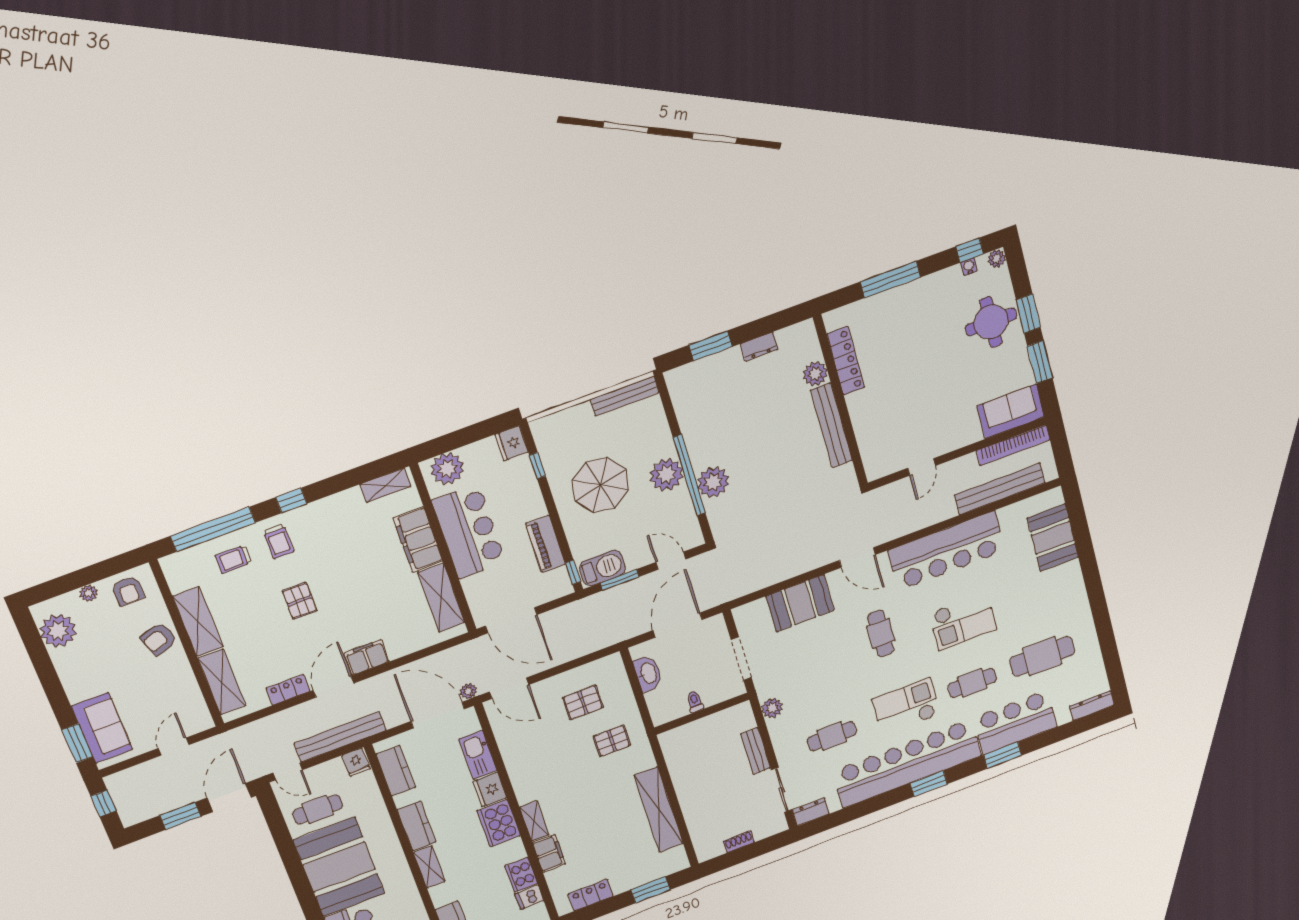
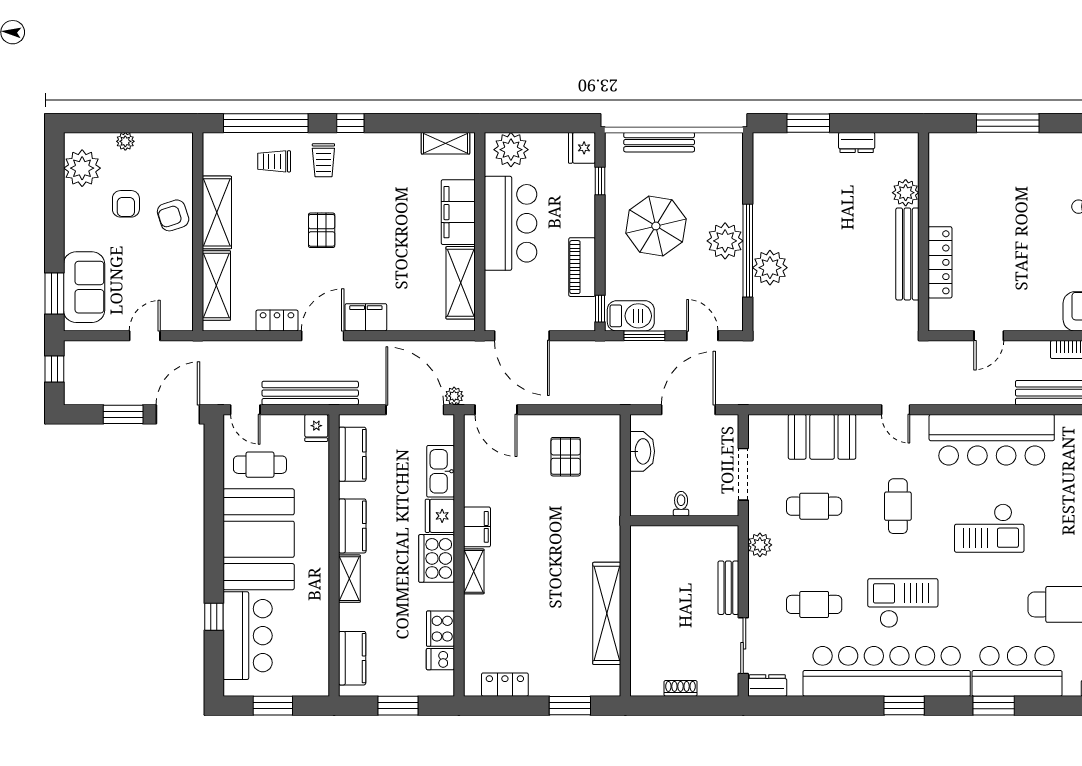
locker: (846, 361) -> (940, 262), moved
bench: (625, 396) -> (659, 142), moved
door: (857, 558) -> (896, 410), width x0.73
armchair: (128, 591) -> (126, 204), moved
cafe table: (972, 683) -> (814, 506), moved
pallet: (583, 702) -> (566, 457), turned 90
pallet: (612, 741) -> (582, 513), removed
filing cabinet: (549, 853) -> (477, 527), moved

